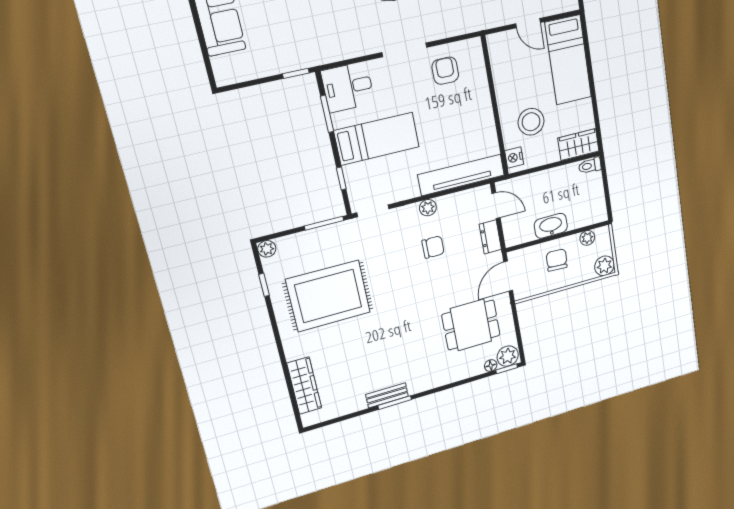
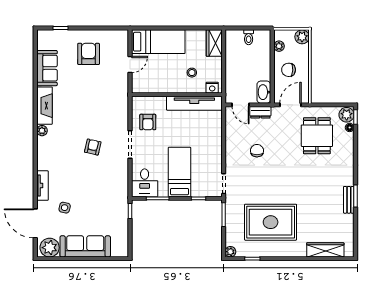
armchair: (445, 71) -> (148, 122), turned -90
stool: (531, 122) -> (192, 73), width x0.53, depth x0.53
toilet: (590, 166) -> (249, 37), moved
tv unit: (461, 175) -> (194, 103), moved, turned -90
door: (496, 206) -> (241, 105), swing flipped
plant: (428, 208) -> (230, 149), removed
washbasin: (551, 226) -> (264, 92), moved
door: (508, 276) -> (290, 105), swing flipped
rug: (328, 296) -> (271, 222), turned 90

